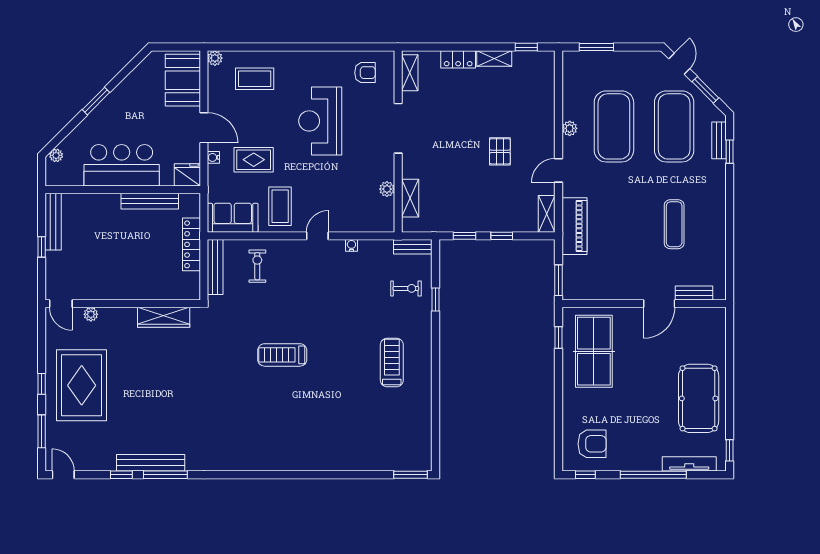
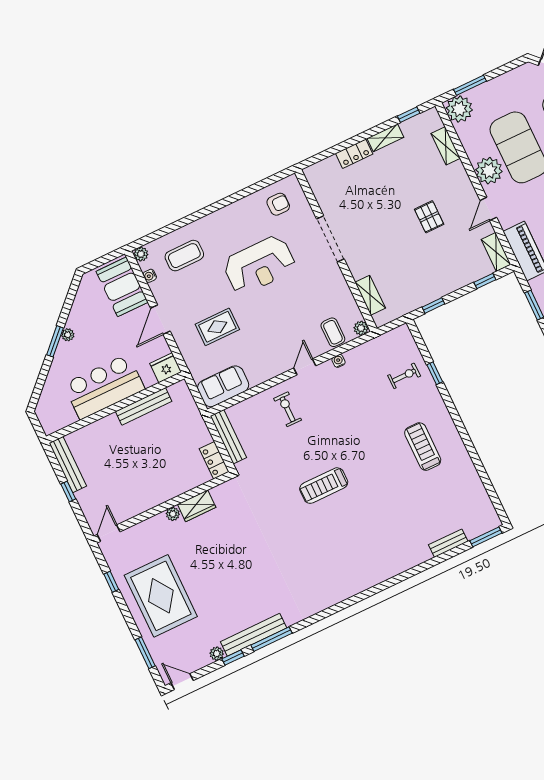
plant: (576, 64) -> (459, 109), added
shelving: (410, 73) -> (446, 146), moved
reception desk: (320, 121) -> (259, 265), turned -90
door: (204, 128) -> (160, 320), swing flipped
plant: (570, 128) -> (489, 171), width x1.87, depth x1.87
plant: (56, 155) -> (68, 335), moved
water cooler: (213, 157) -> (150, 276), moved
plant: (387, 189) -> (361, 328), moved
coffee table: (280, 206) -> (333, 332), moved, width x0.73, depth x0.77
window: (502, 236) -> (485, 281), moved
locker: (191, 244) -> (214, 460), moved, width x0.66
bench: (413, 247) -> (448, 543), moved
exercise bike: (257, 266) -> (288, 409), moved
door: (61, 304) -> (109, 533), swing flipped
plant: (91, 314) -> (173, 514), moved
wardrobe: (164, 317) -> (197, 506), width x0.67
window: (42, 384) -> (111, 582), moved
plant: (108, 464) -> (217, 654), added

